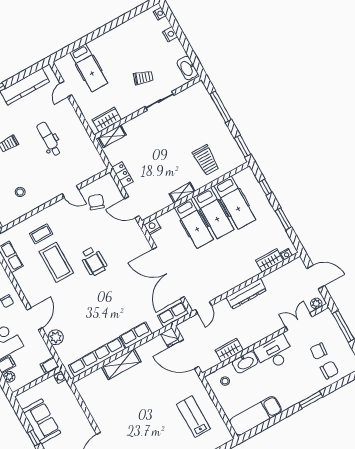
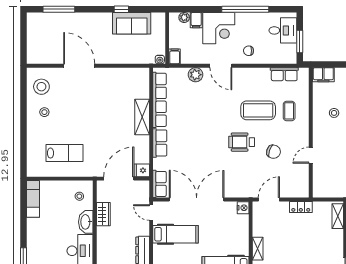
chair: (96, 202) -> (274, 152), moved
hospital bed: (194, 224) -> (176, 234), moved, turned 180
exam couch: (256, 416) -> (33, 199), width x0.73, depth x0.69

